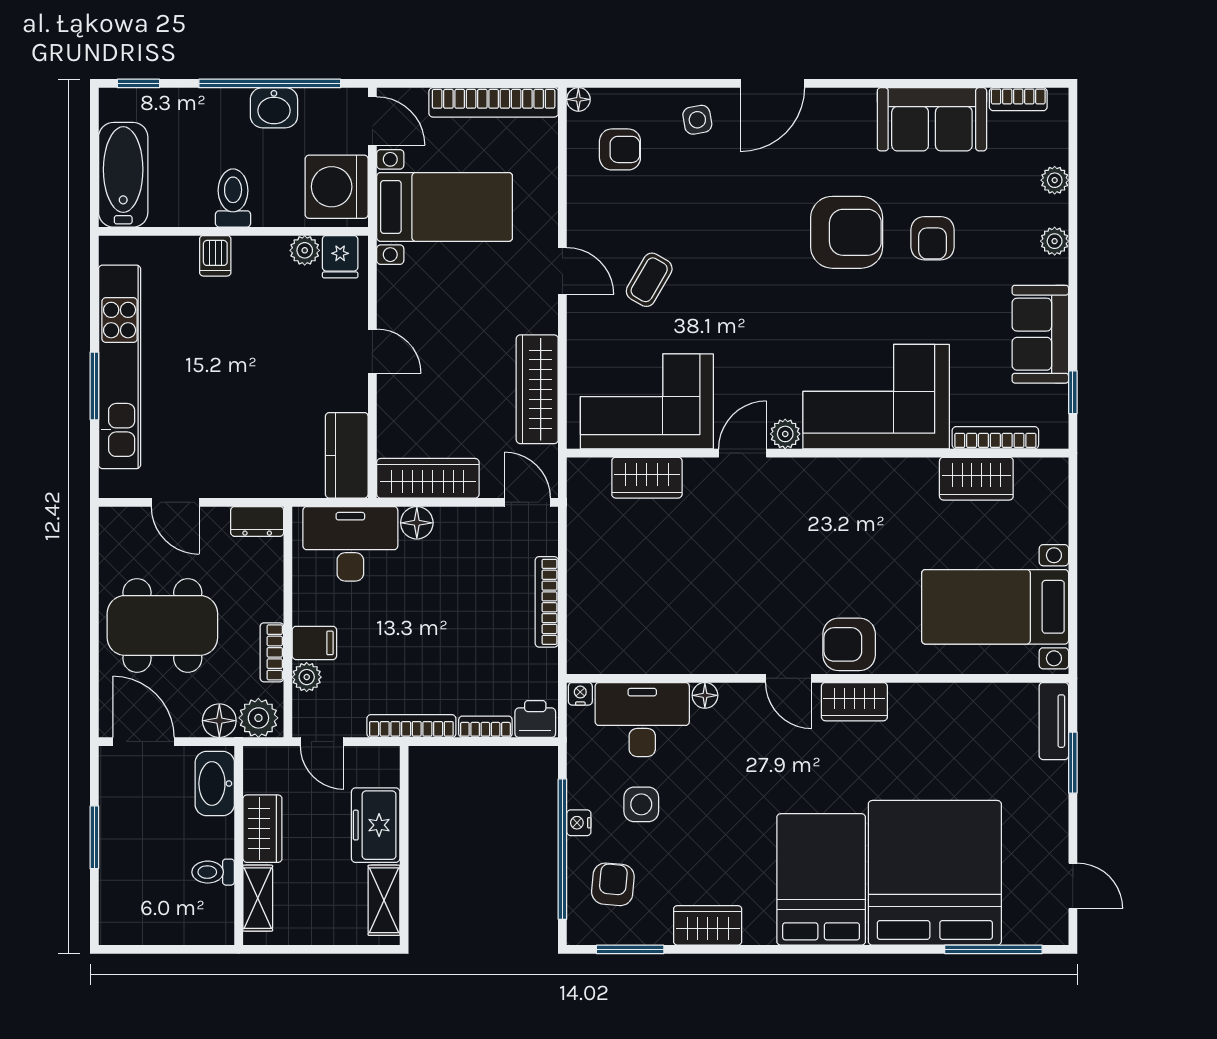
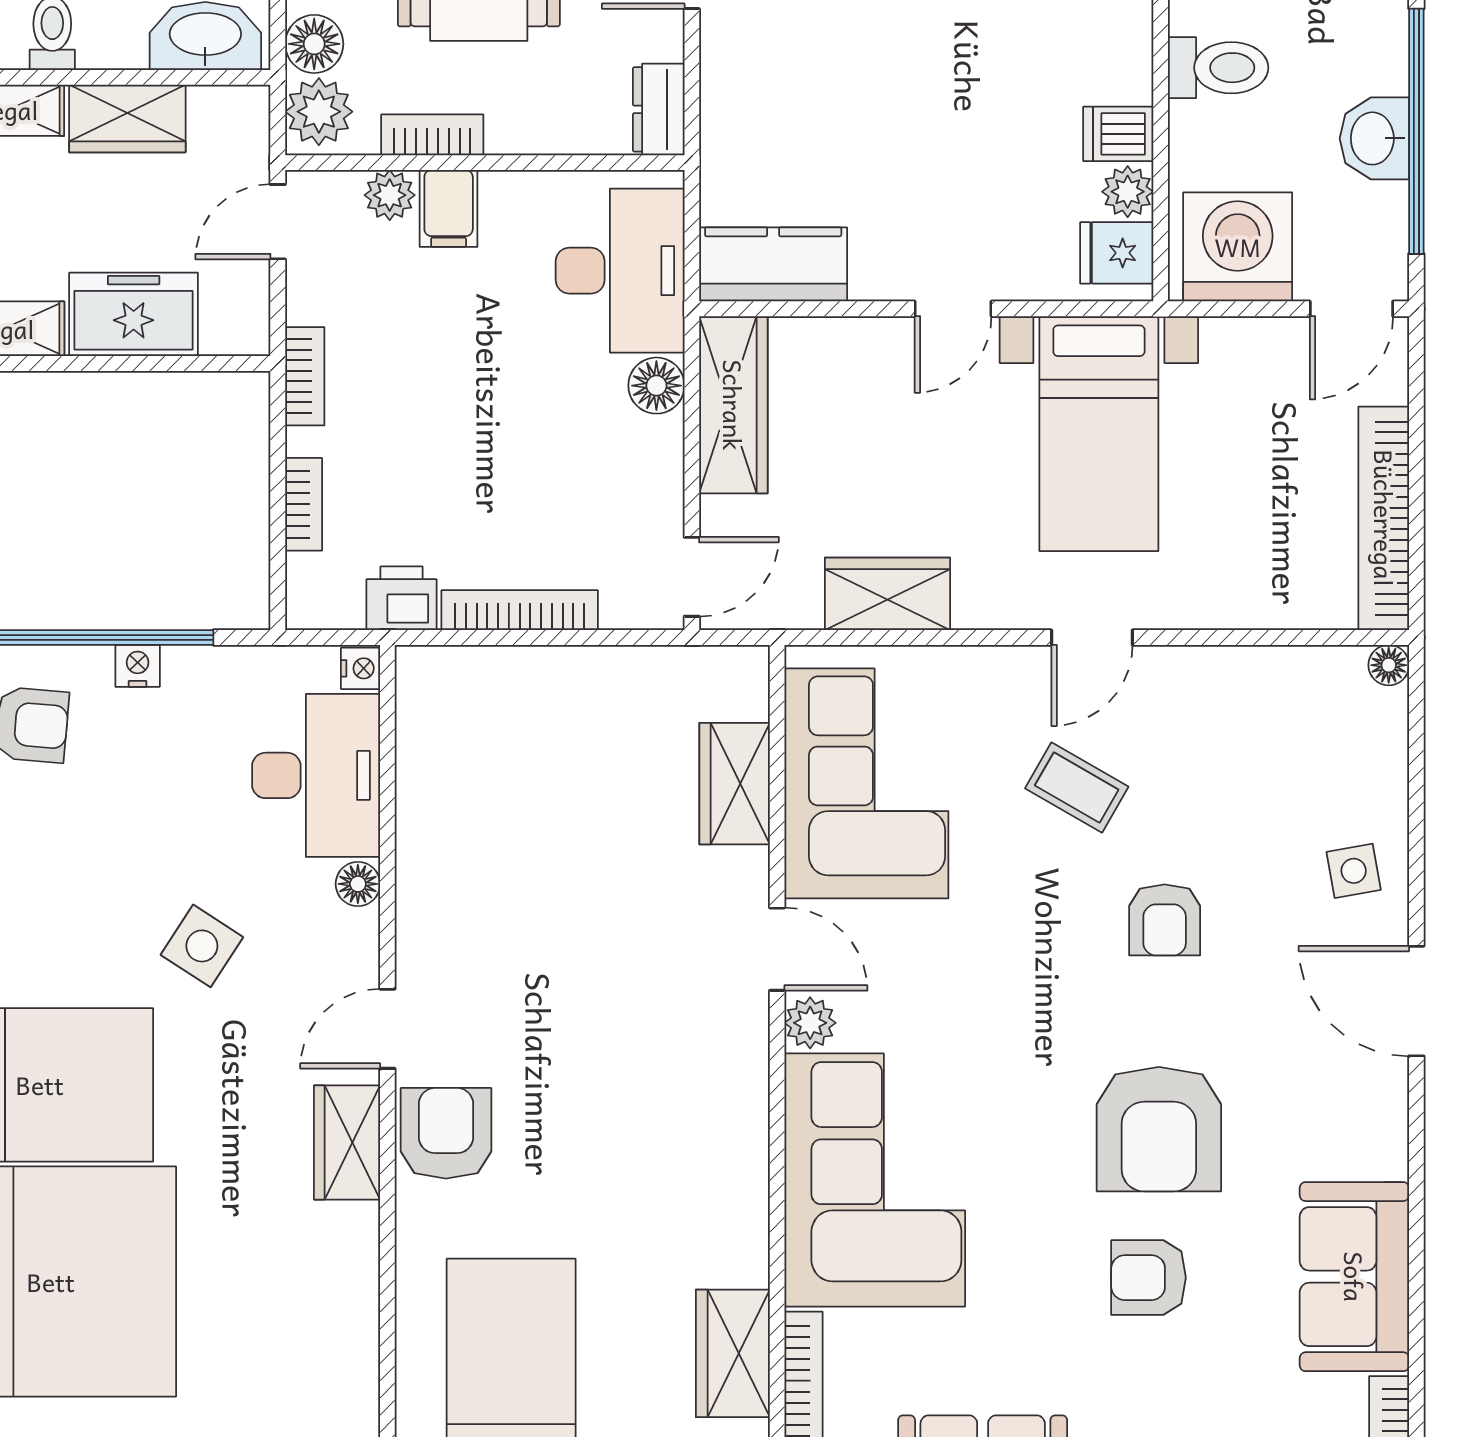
armchair: (620, 149) -> (1165, 920), moved
bed with nightstands: (445, 207) -> (1099, 434), moved
dishwasher: (215, 256) -> (1118, 134), moved
wardrobe: (537, 389) -> (887, 594), width x0.67
printer: (535, 719) -> (401, 598), moved, turned -90
bookcase: (411, 726) -> (305, 376), width x0.64
side table: (641, 804) -> (202, 946), moved, turned 33

